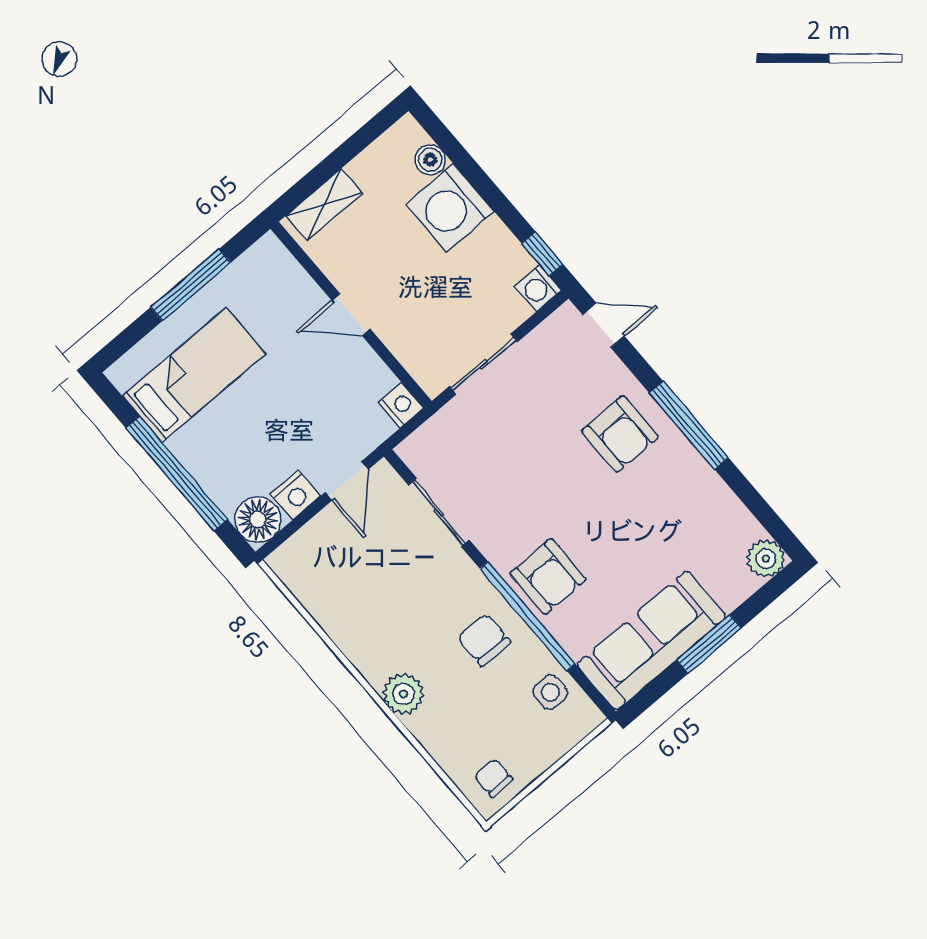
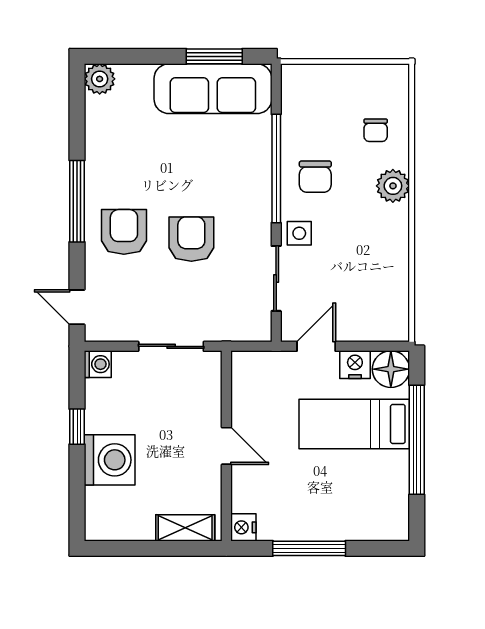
boiler: (430, 160) -> (97, 500), removed
window: (542, 254) -> (77, 427), moved
bed: (194, 375) -> (354, 424), moved
nightstand: (401, 405) -> (243, 527), moved
armchair: (548, 576) -> (191, 239), moved
window: (709, 644) -> (214, 56), moved
side table: (550, 692) -> (299, 233), moved
chair: (493, 778) -> (376, 130), moved

